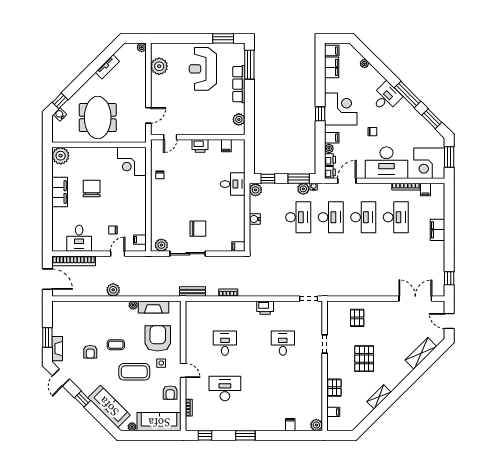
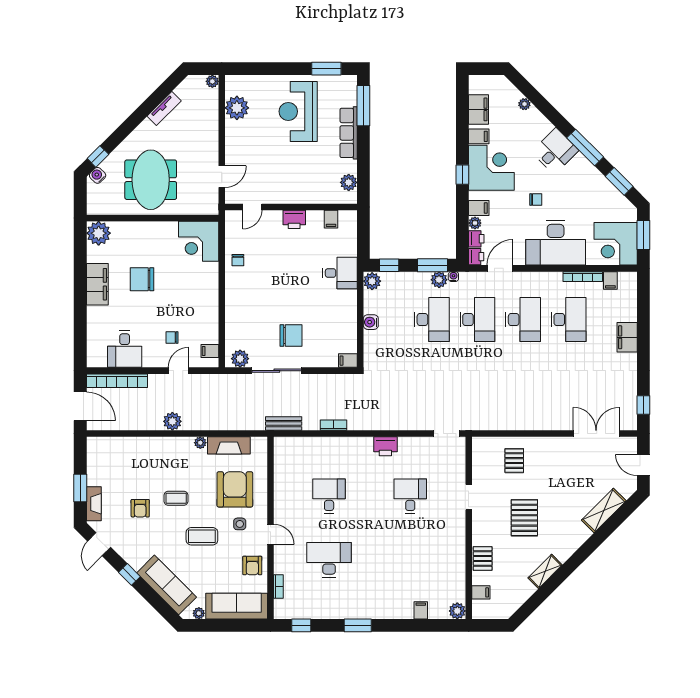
filing cabinet: (332, 51) -> (479, 136), moved
chair: (92, 189) -> (142, 279), turned -90
coffee table: (134, 372) -> (202, 536), width x0.73, depth x0.76

